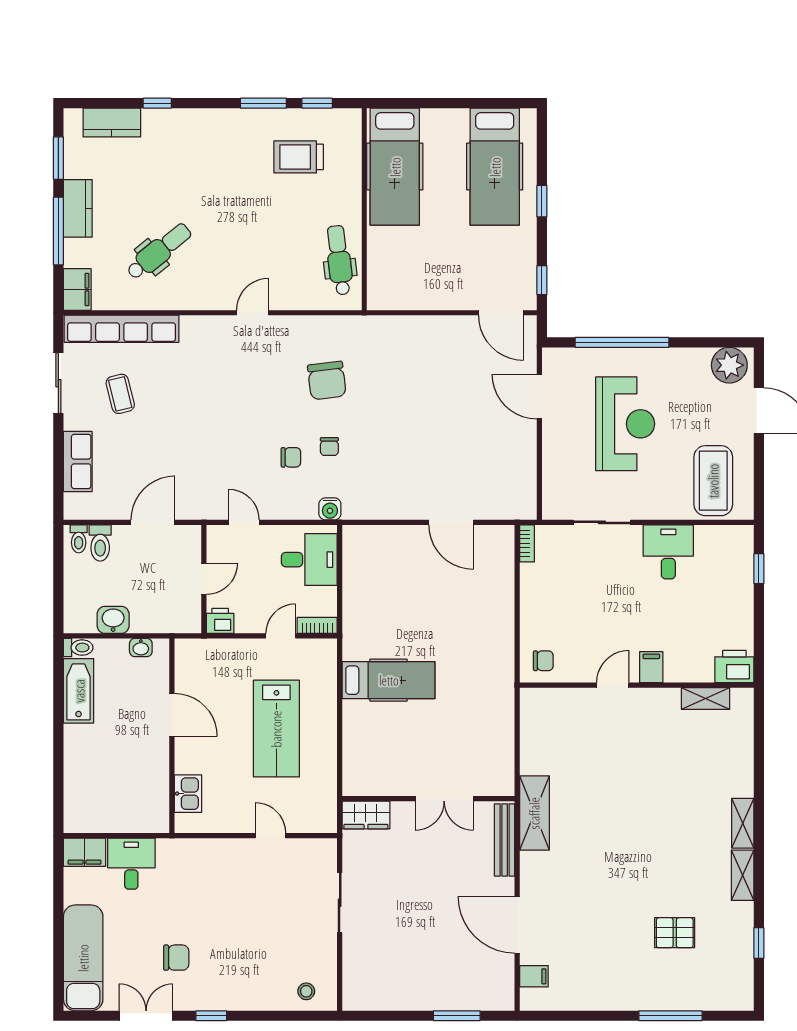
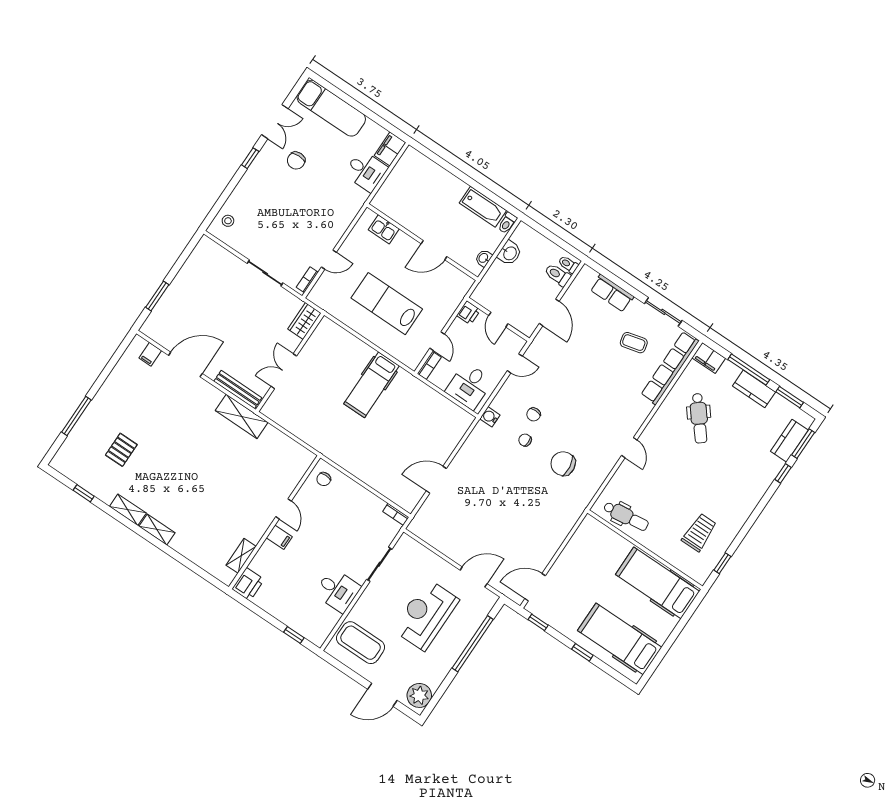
window: (263, 103) -> (803, 444), moved
reception desk: (625, 424) -> (426, 615), turned 90
bookcase: (313, 846) -> (307, 280), added

